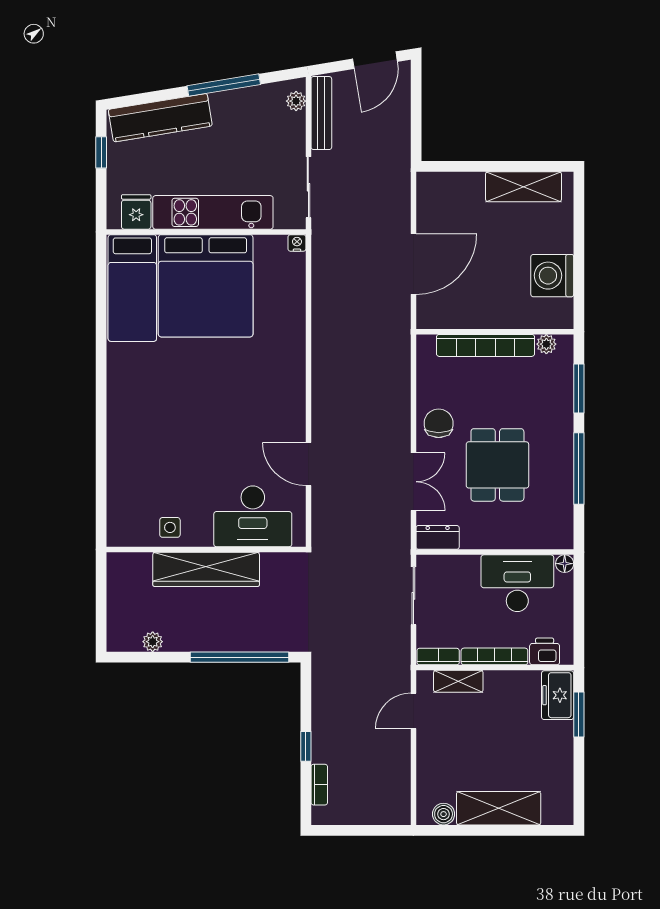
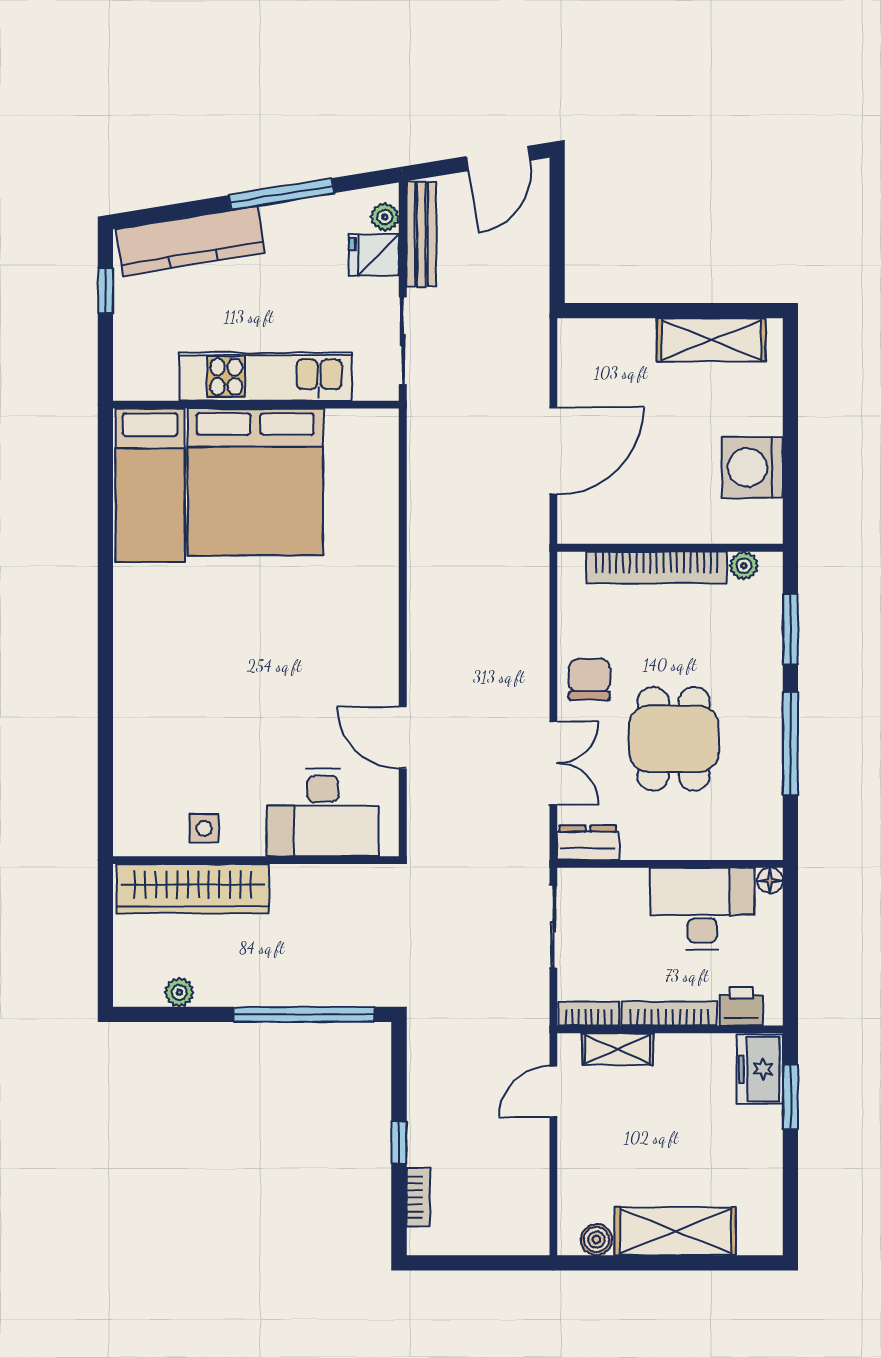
fridge: (136, 212) -> (374, 255), moved, turned -90
nightstand: (297, 243) -> (386, 421), removed
wardrobe: (206, 569) -> (193, 889), moved

